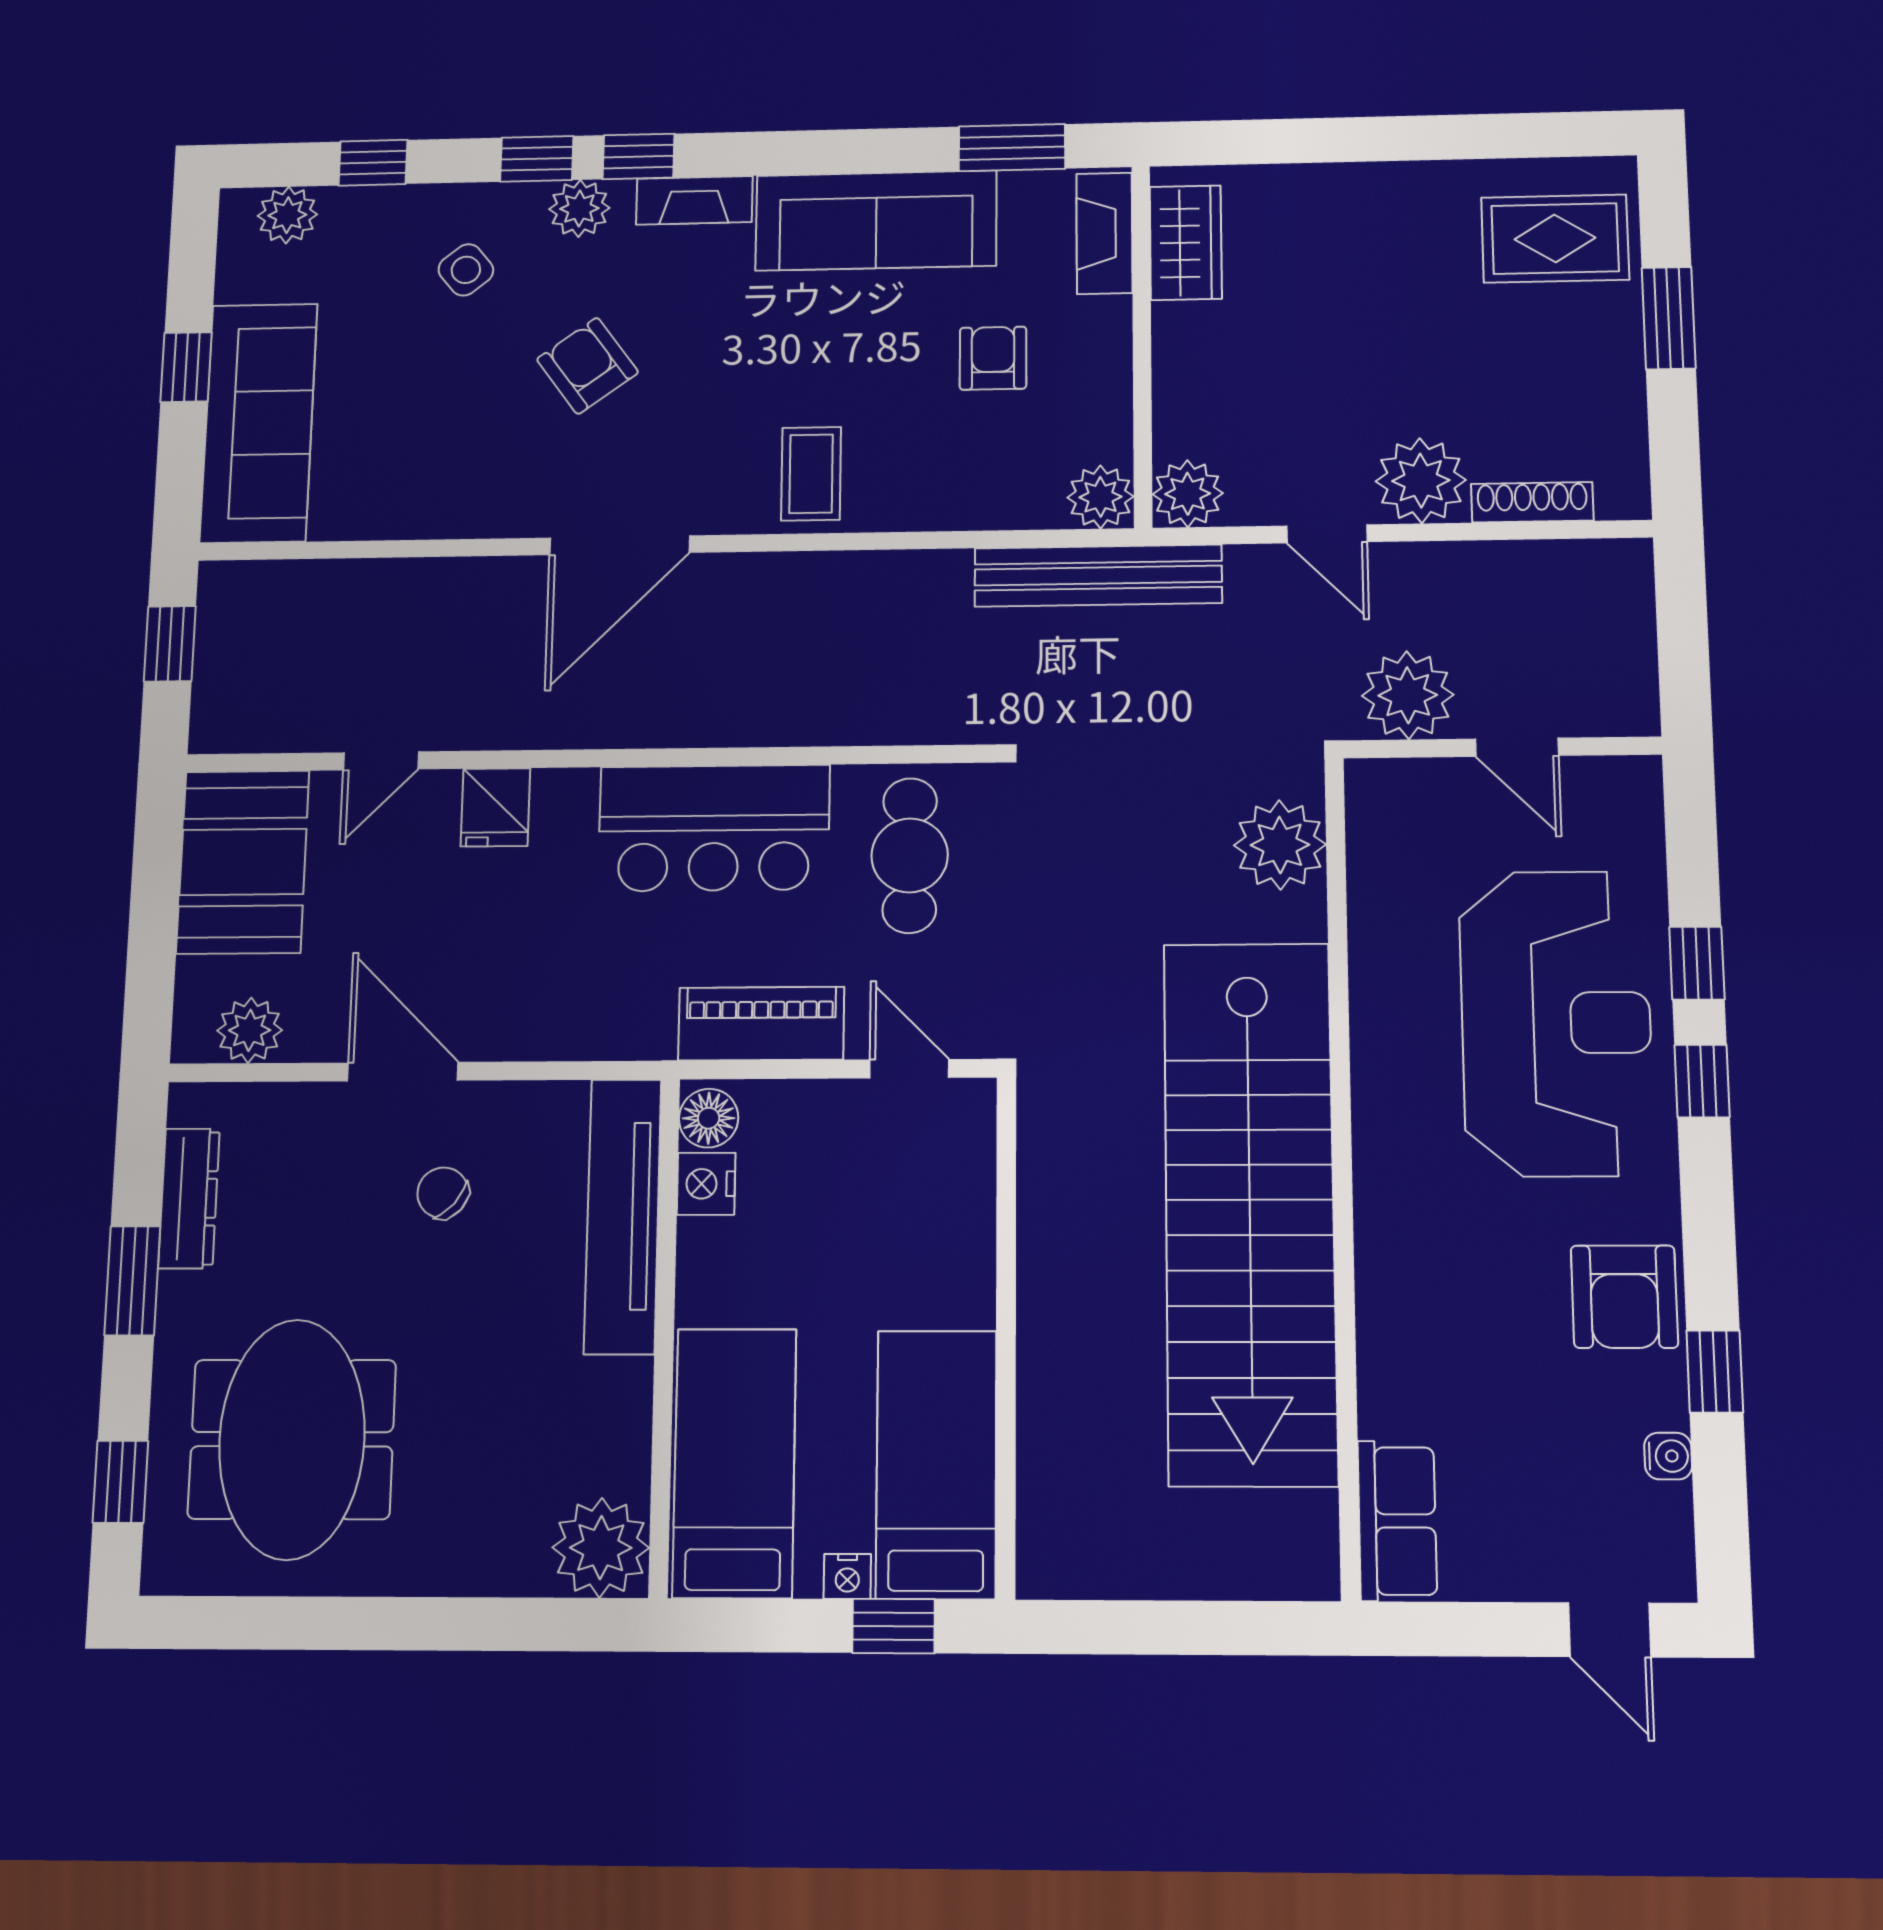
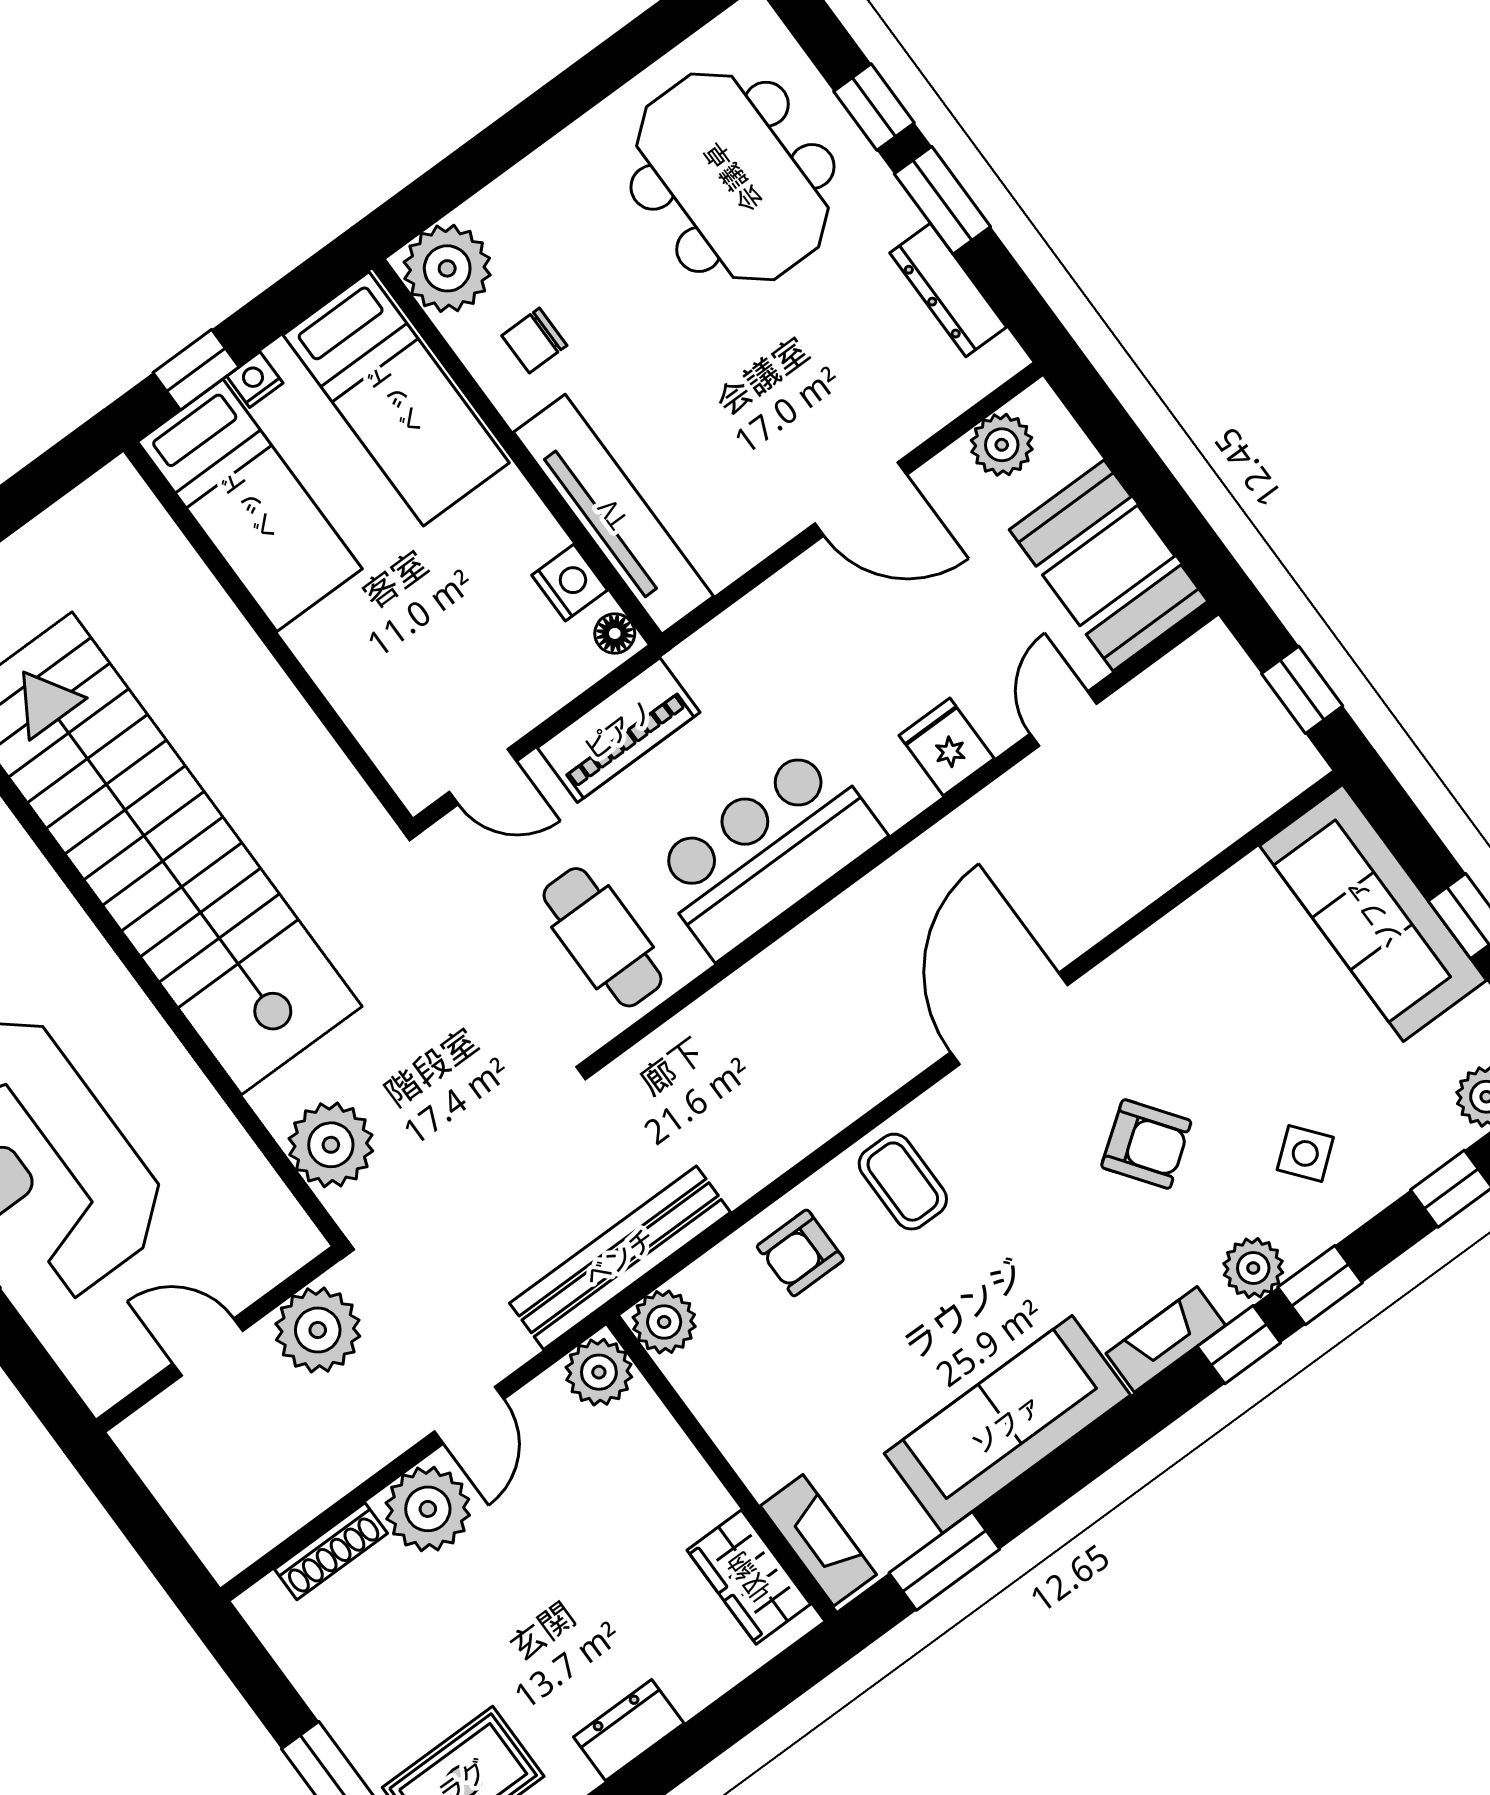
dresser: (1381, 188) -> (629, 1730), added
armchair: (993, 358) -> (800, 1253), moved, turned 90
door: (1327, 534) -> (469, 1415), swing flipped
floor lamp: (709, 1118) -> (615, 633), width x0.73, depth x0.73
chair: (443, 1193) -> (534, 341), moved, turned 139
window: (120, 1482) -> (874, 107), moved

